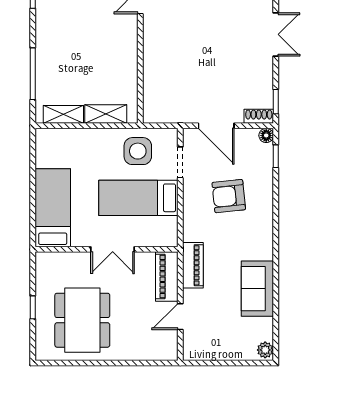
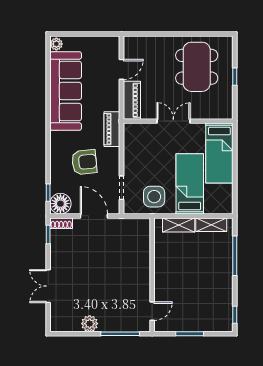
floor lamp: (266, 135) -> (60, 204), width x1.89, depth x1.89
bed: (138, 198) -> (190, 184), moved, turned -90
piano: (193, 265) -> (112, 129), moved
sofa: (257, 289) -> (66, 91), width x1.85, depth x1.27

